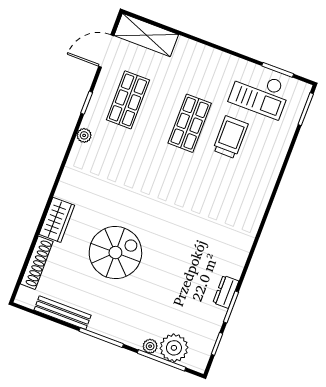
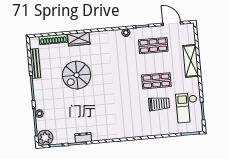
shelving: (146, 35) -> (191, 61), moved
spiral stairs: (115, 253) -> (77, 75), turned 90
plant: (174, 348) -> (45, 138), moved

